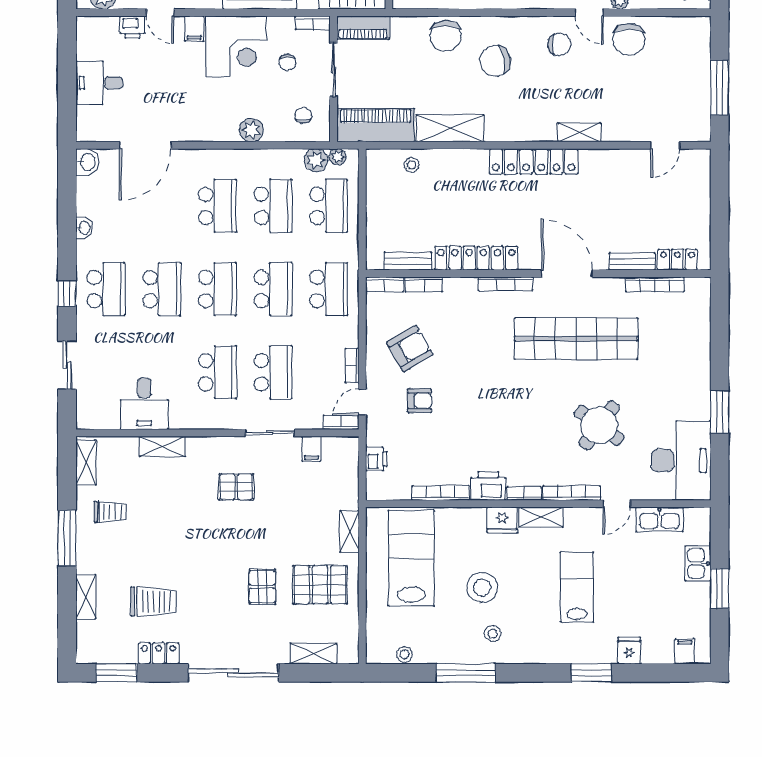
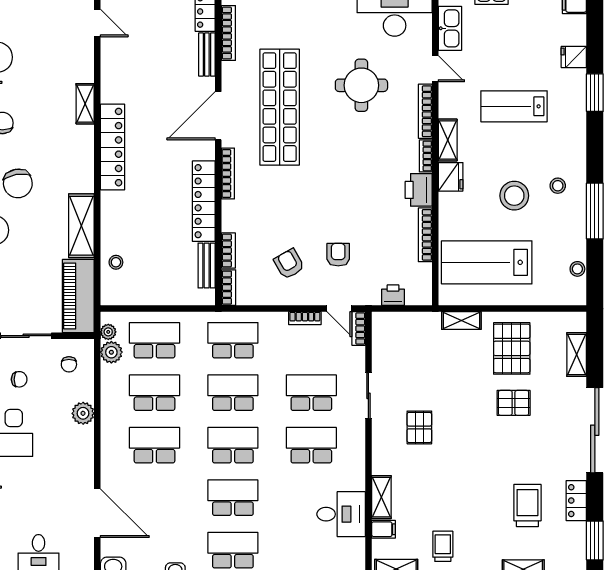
chair: (303, 115) -> (69, 364), turned -90
armchair: (410, 349) -> (289, 264), width x0.72, depth x0.72
round table: (599, 425) -> (361, 85), turned -36
filing cabinet: (311, 449) -> (383, 529), moved

